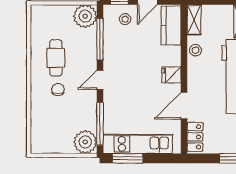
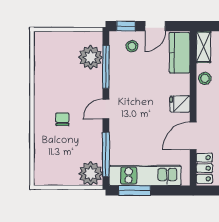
plant: (85, 16) -> (91, 57), moved
cafe table: (56, 58) -> (60, 86), removed

